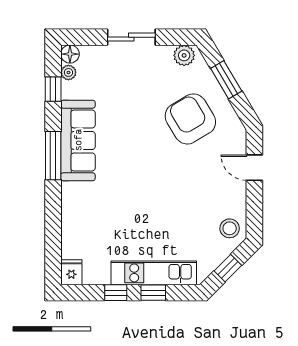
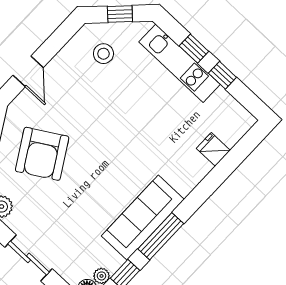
window: (53, 156) -> (161, 236), moved
stool: (230, 228) -> (103, 54), moved
fridge: (71, 272) -> (213, 149), moved, turned 90

